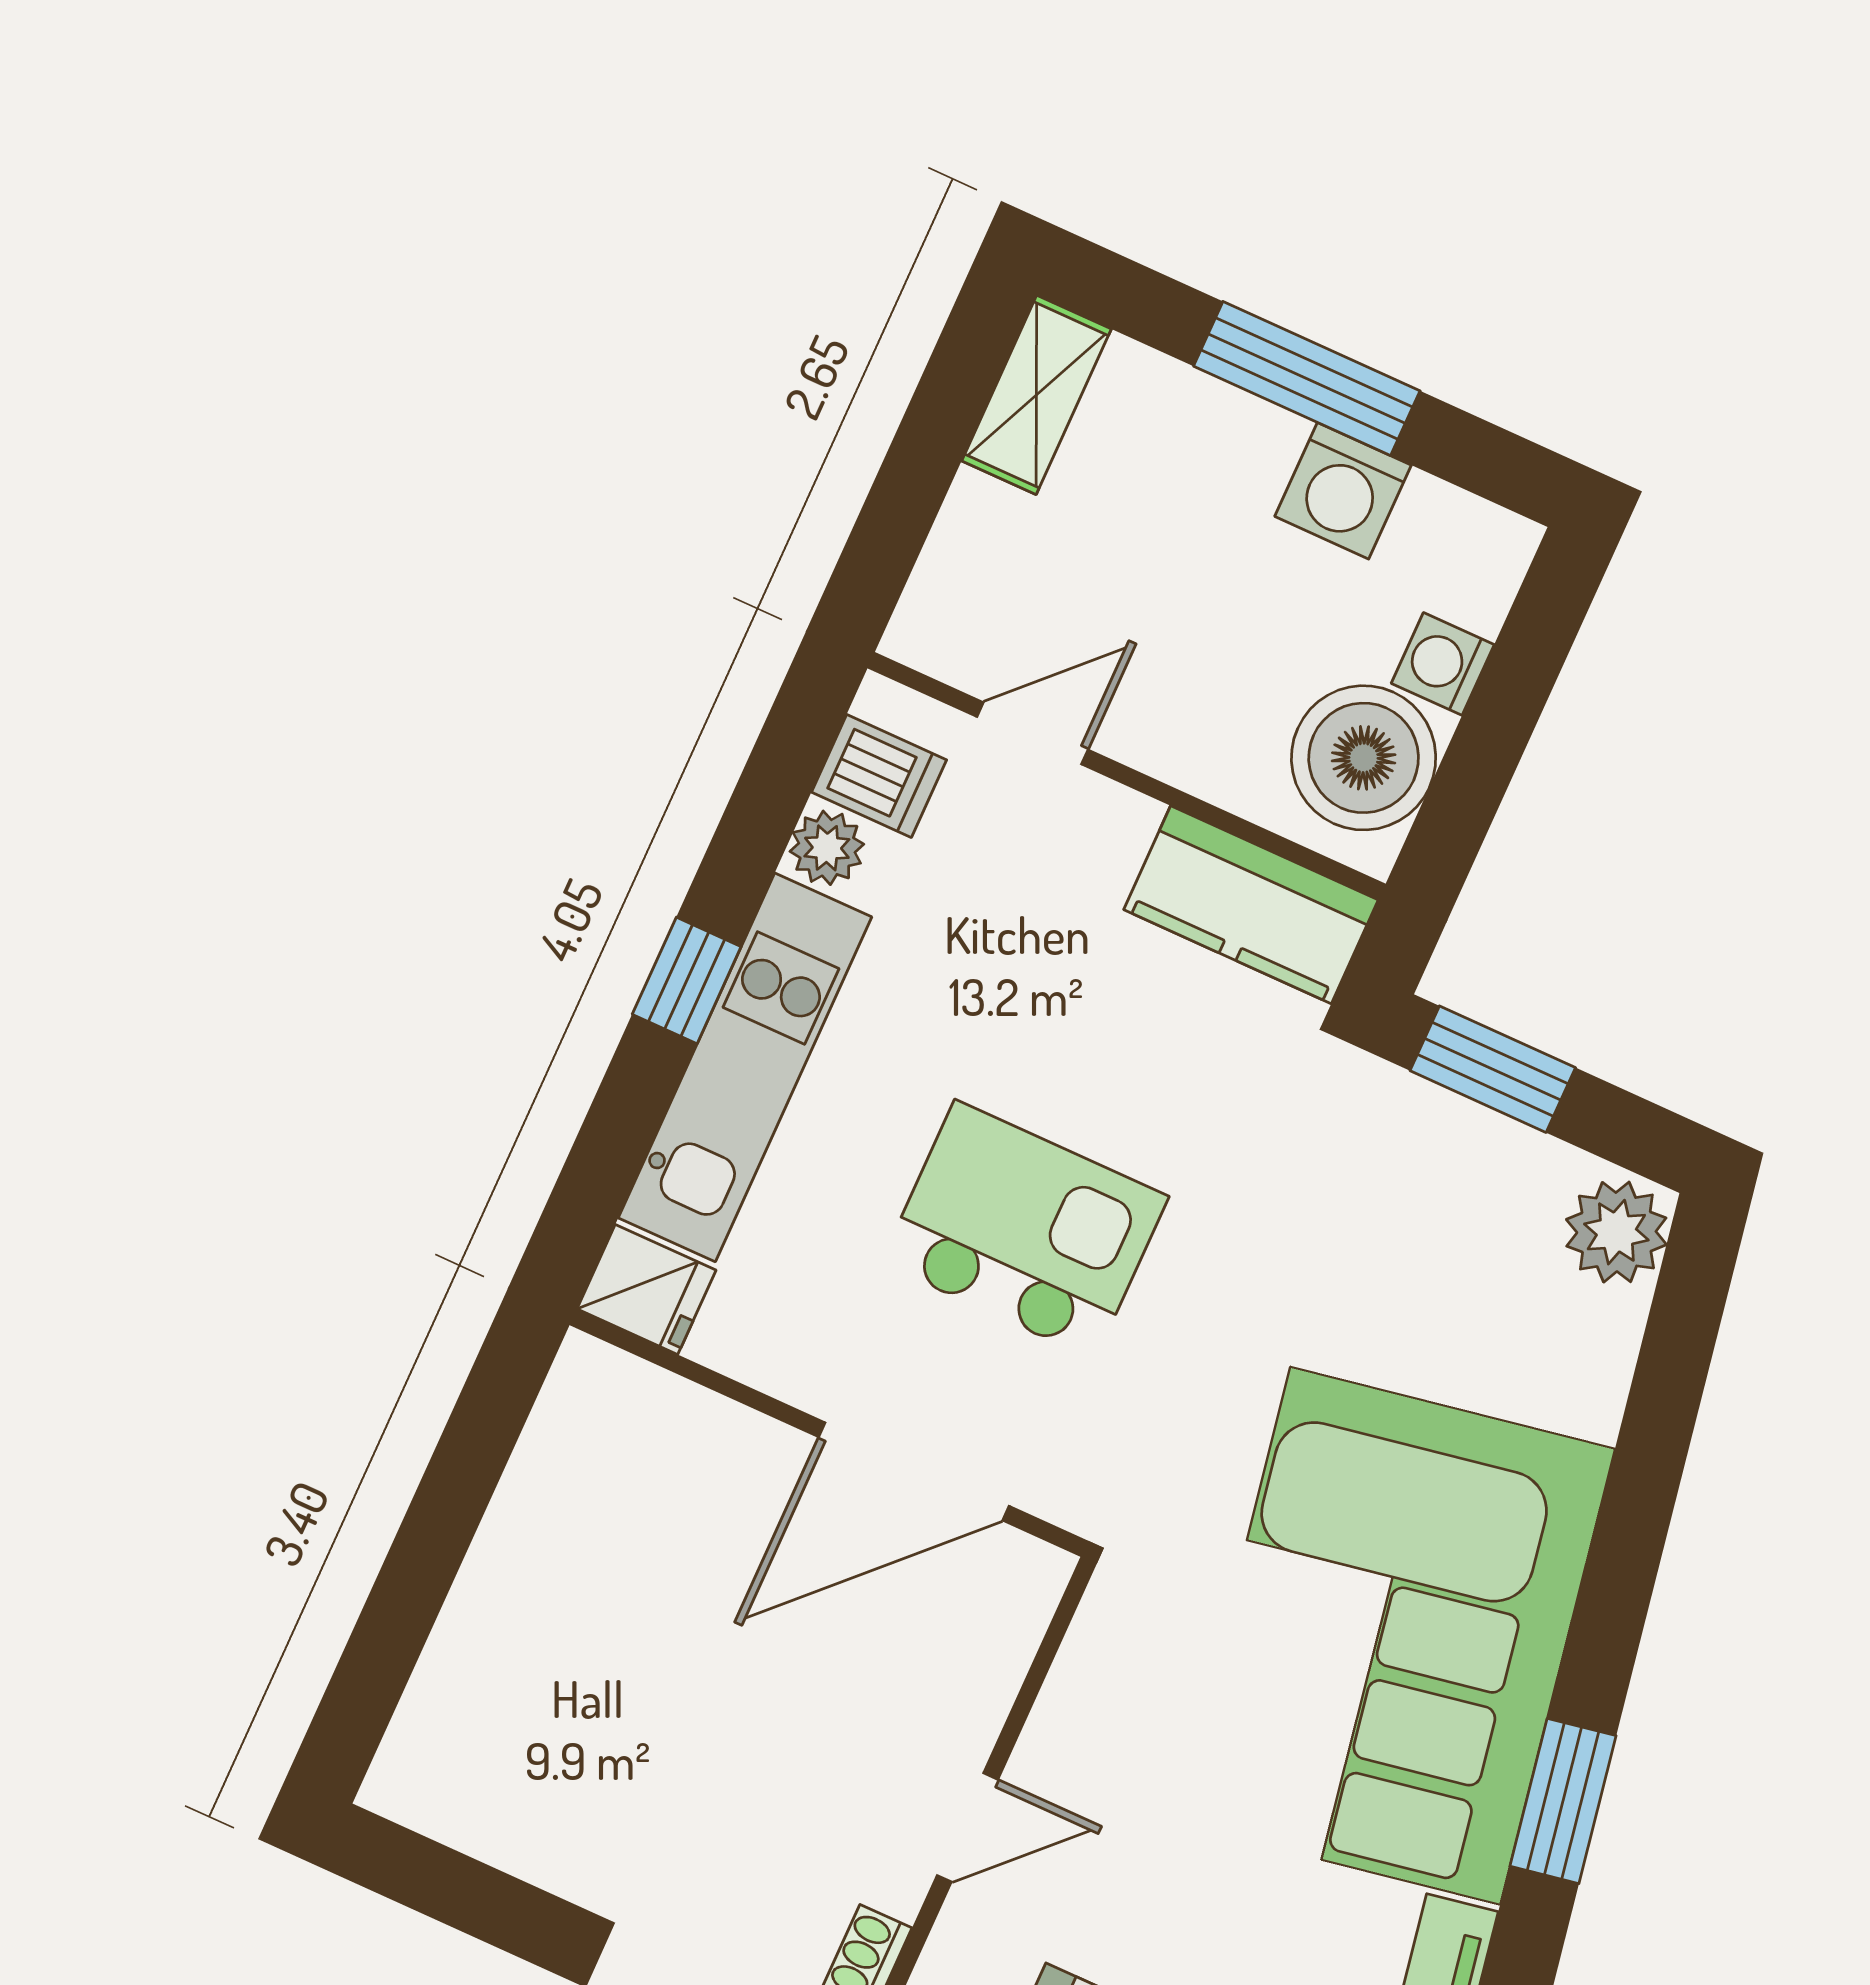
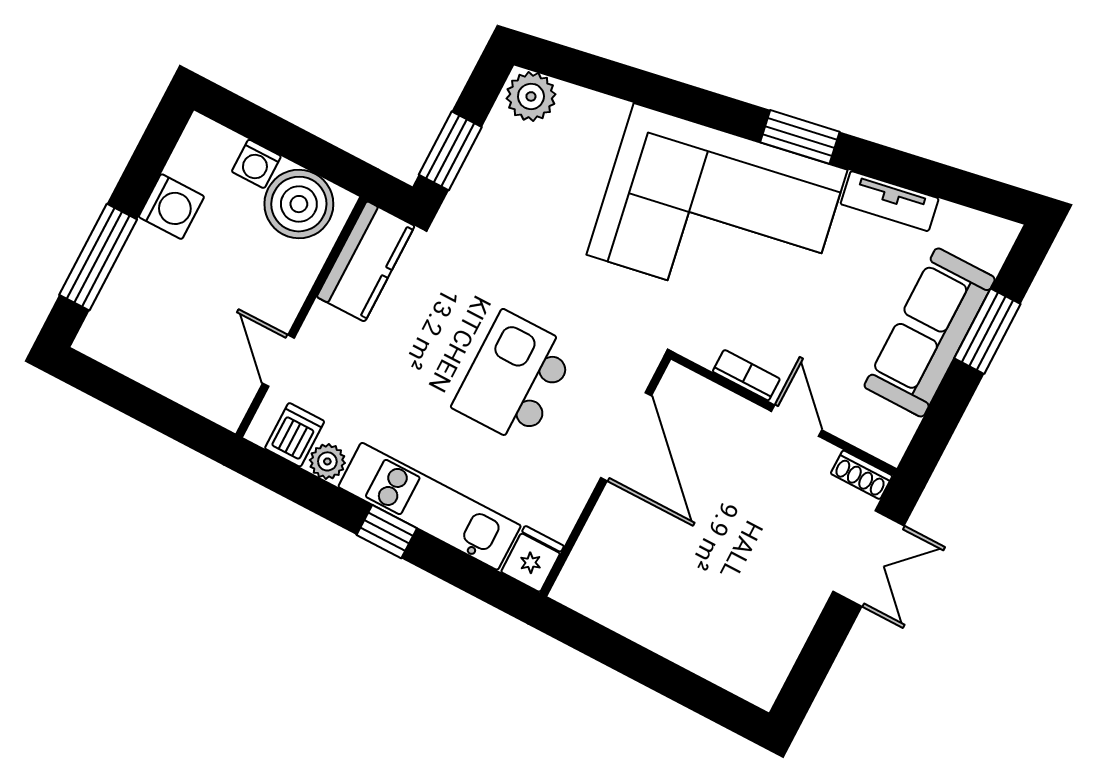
window: (1307, 379) -> (98, 257), moved
shelving: (1036, 395) -> (118, 350), removed
bookcase: (1057, 1716) -> (746, 375), added

